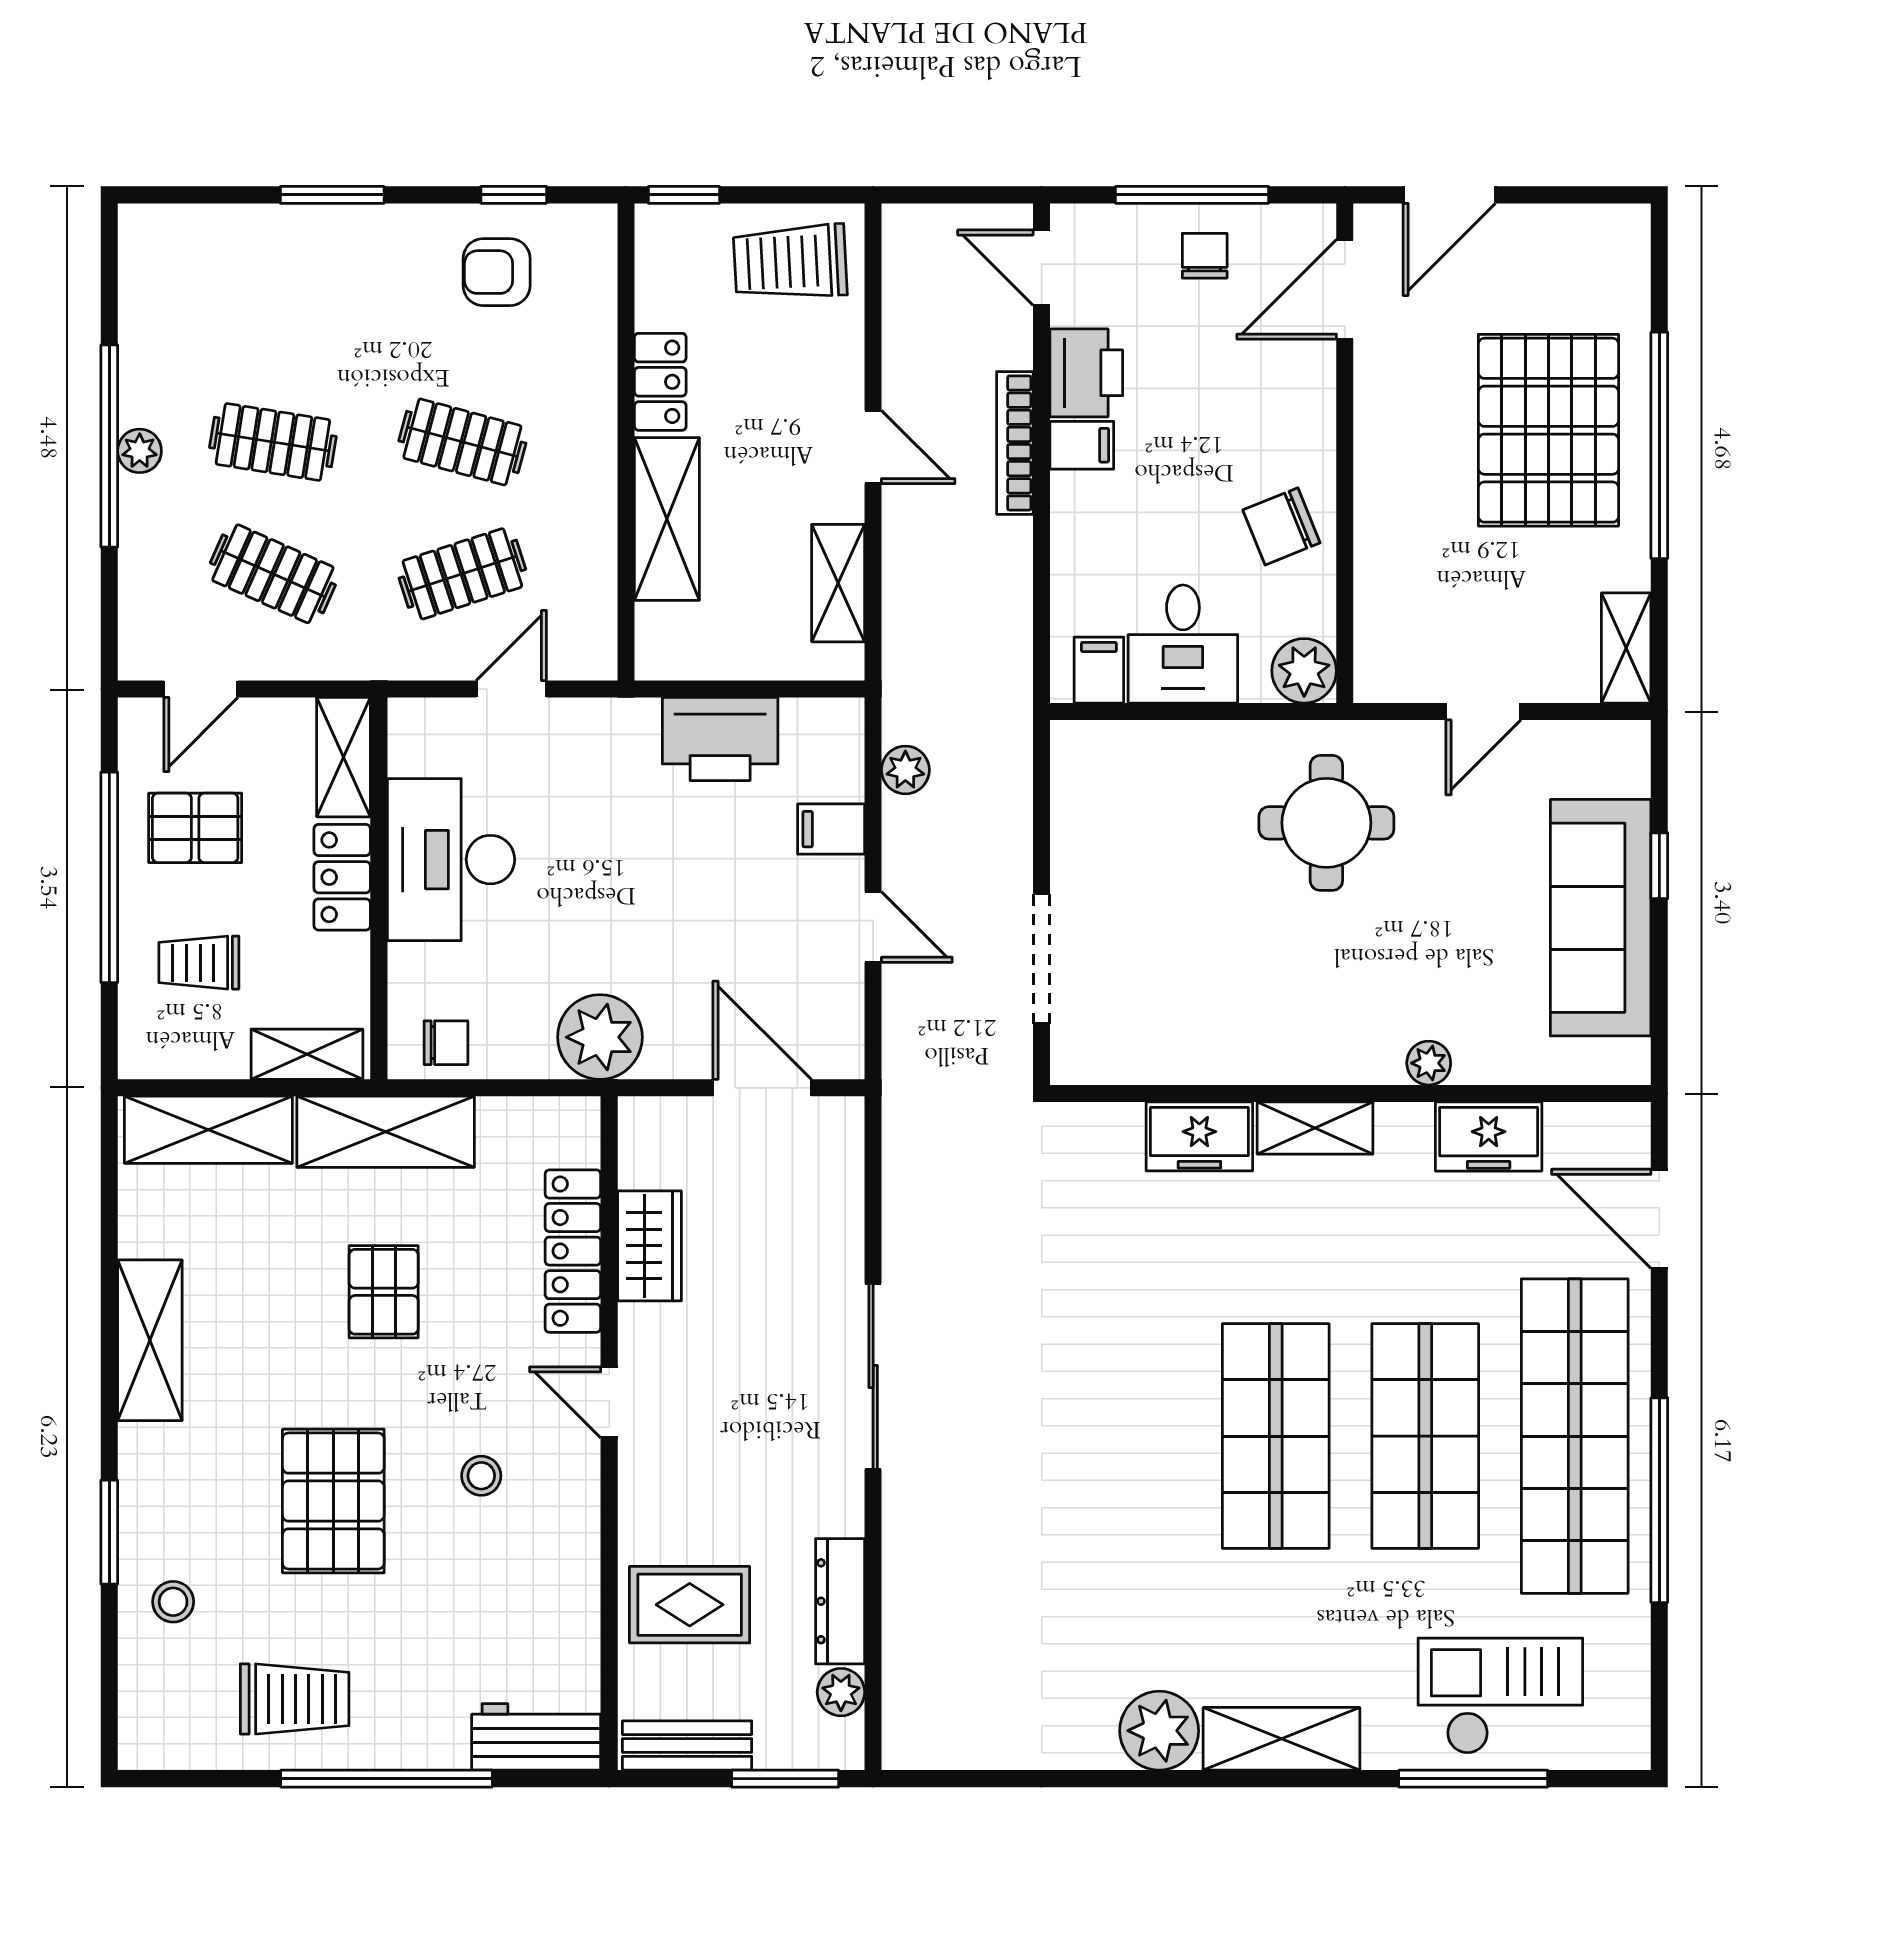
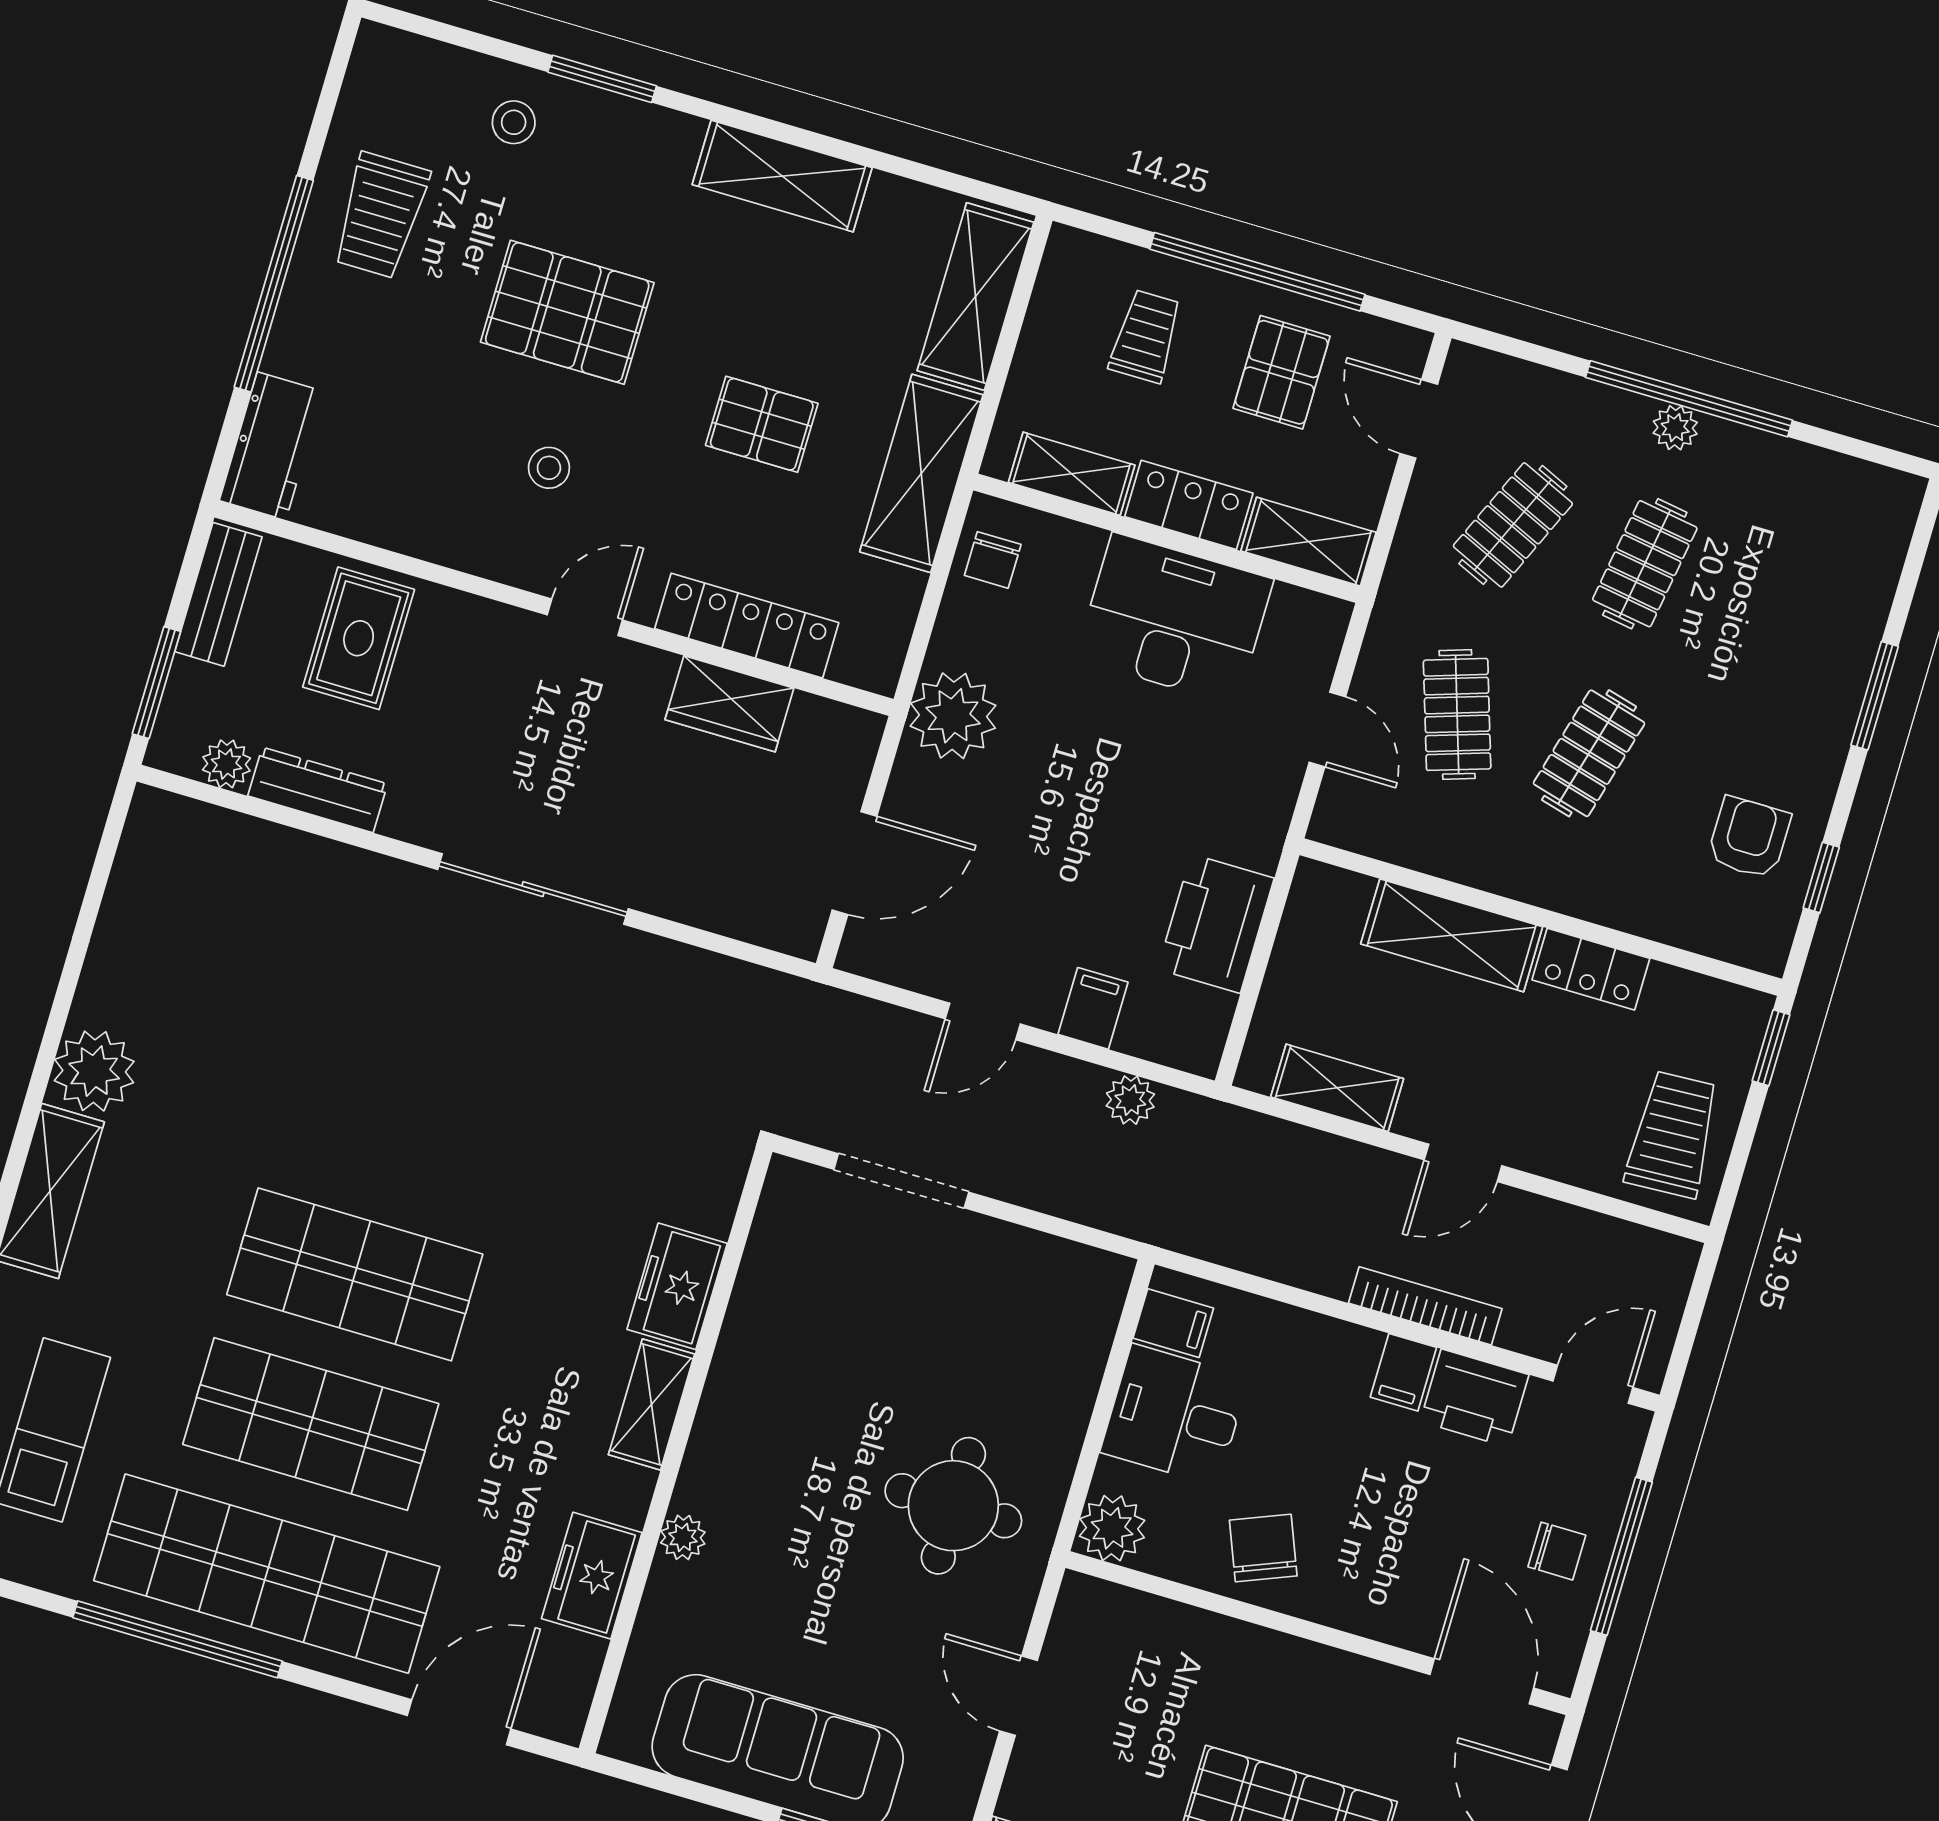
shelving: (307, 1054) -> (1072, 474), moved, turned 90

